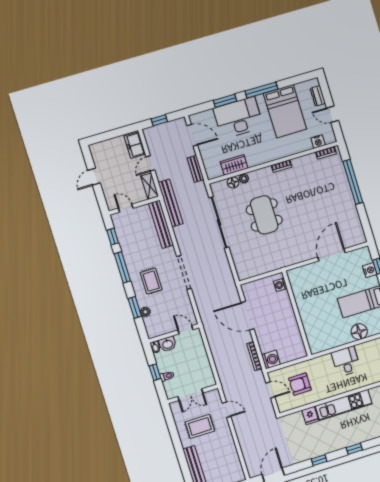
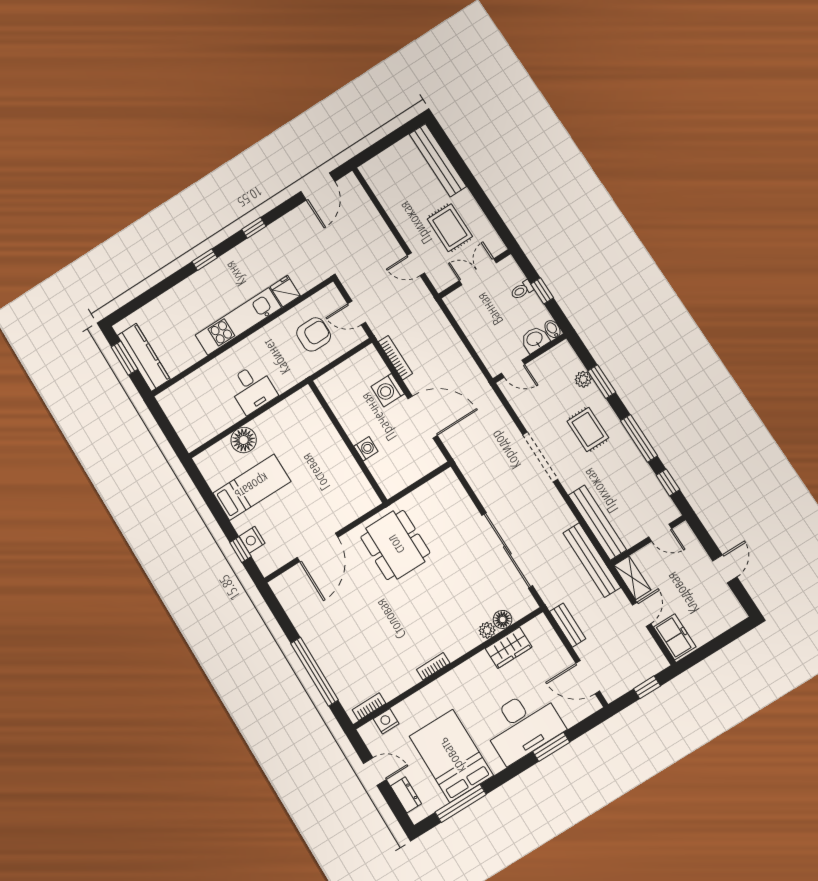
window: (261, 90) -> (461, 803), moved
dining table: (264, 215) -> (395, 545), moved
washing machine: (280, 285) -> (366, 449), moved
washing machine: (271, 360) -> (388, 390), moved
rug: (200, 426) -> (450, 228), turned 90

